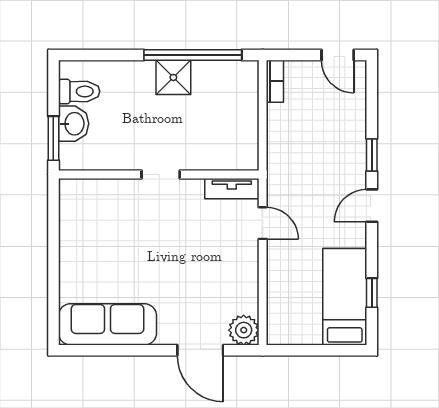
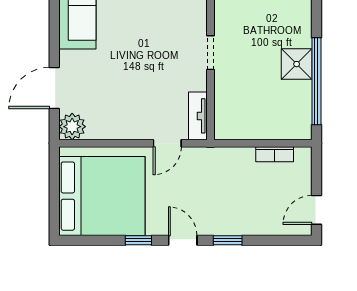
bookcase: (275, 81) -> (275, 154), moved
window: (372, 293) -> (138, 240), moved
bed: (345, 297) -> (102, 196), width x2.04

